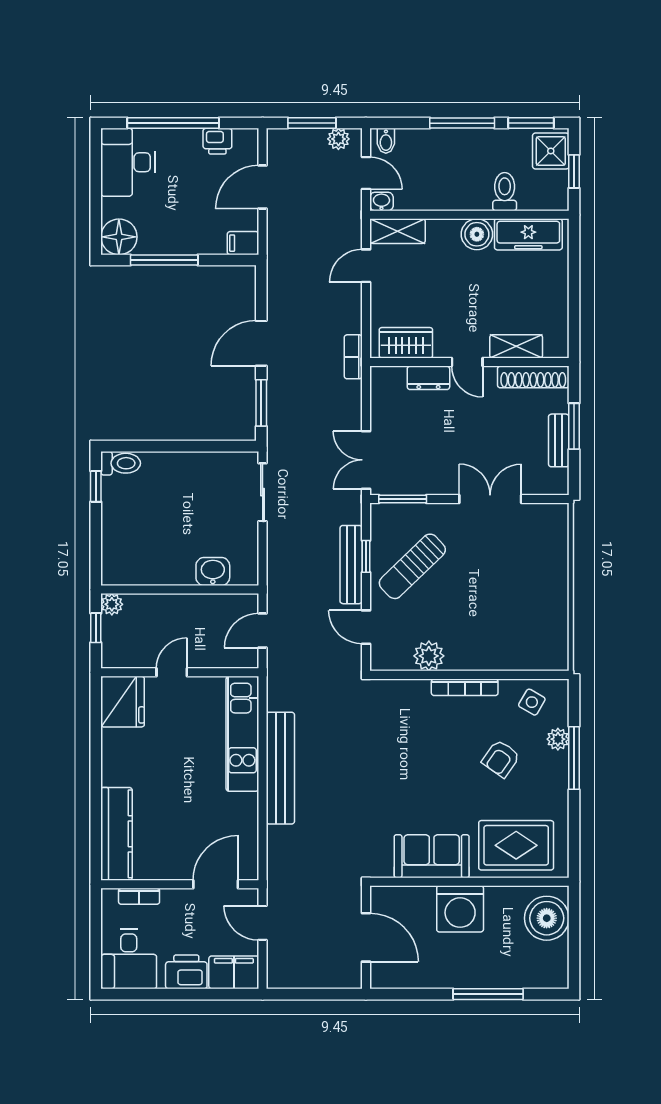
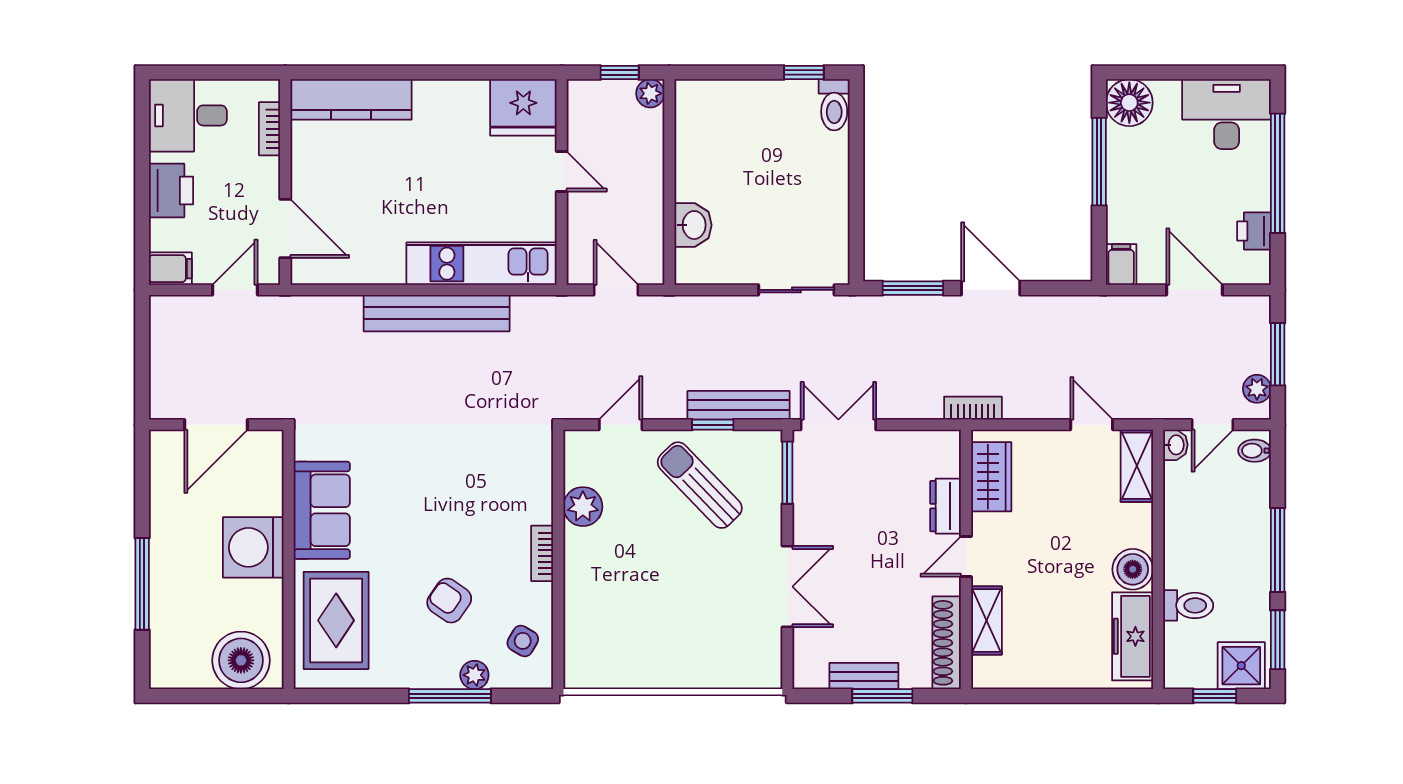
bench: (351, 565) -> (739, 405), moved
bookcase: (465, 687) -> (542, 553), width x0.64
filing cabinet: (234, 972) -> (170, 269), width x0.50

